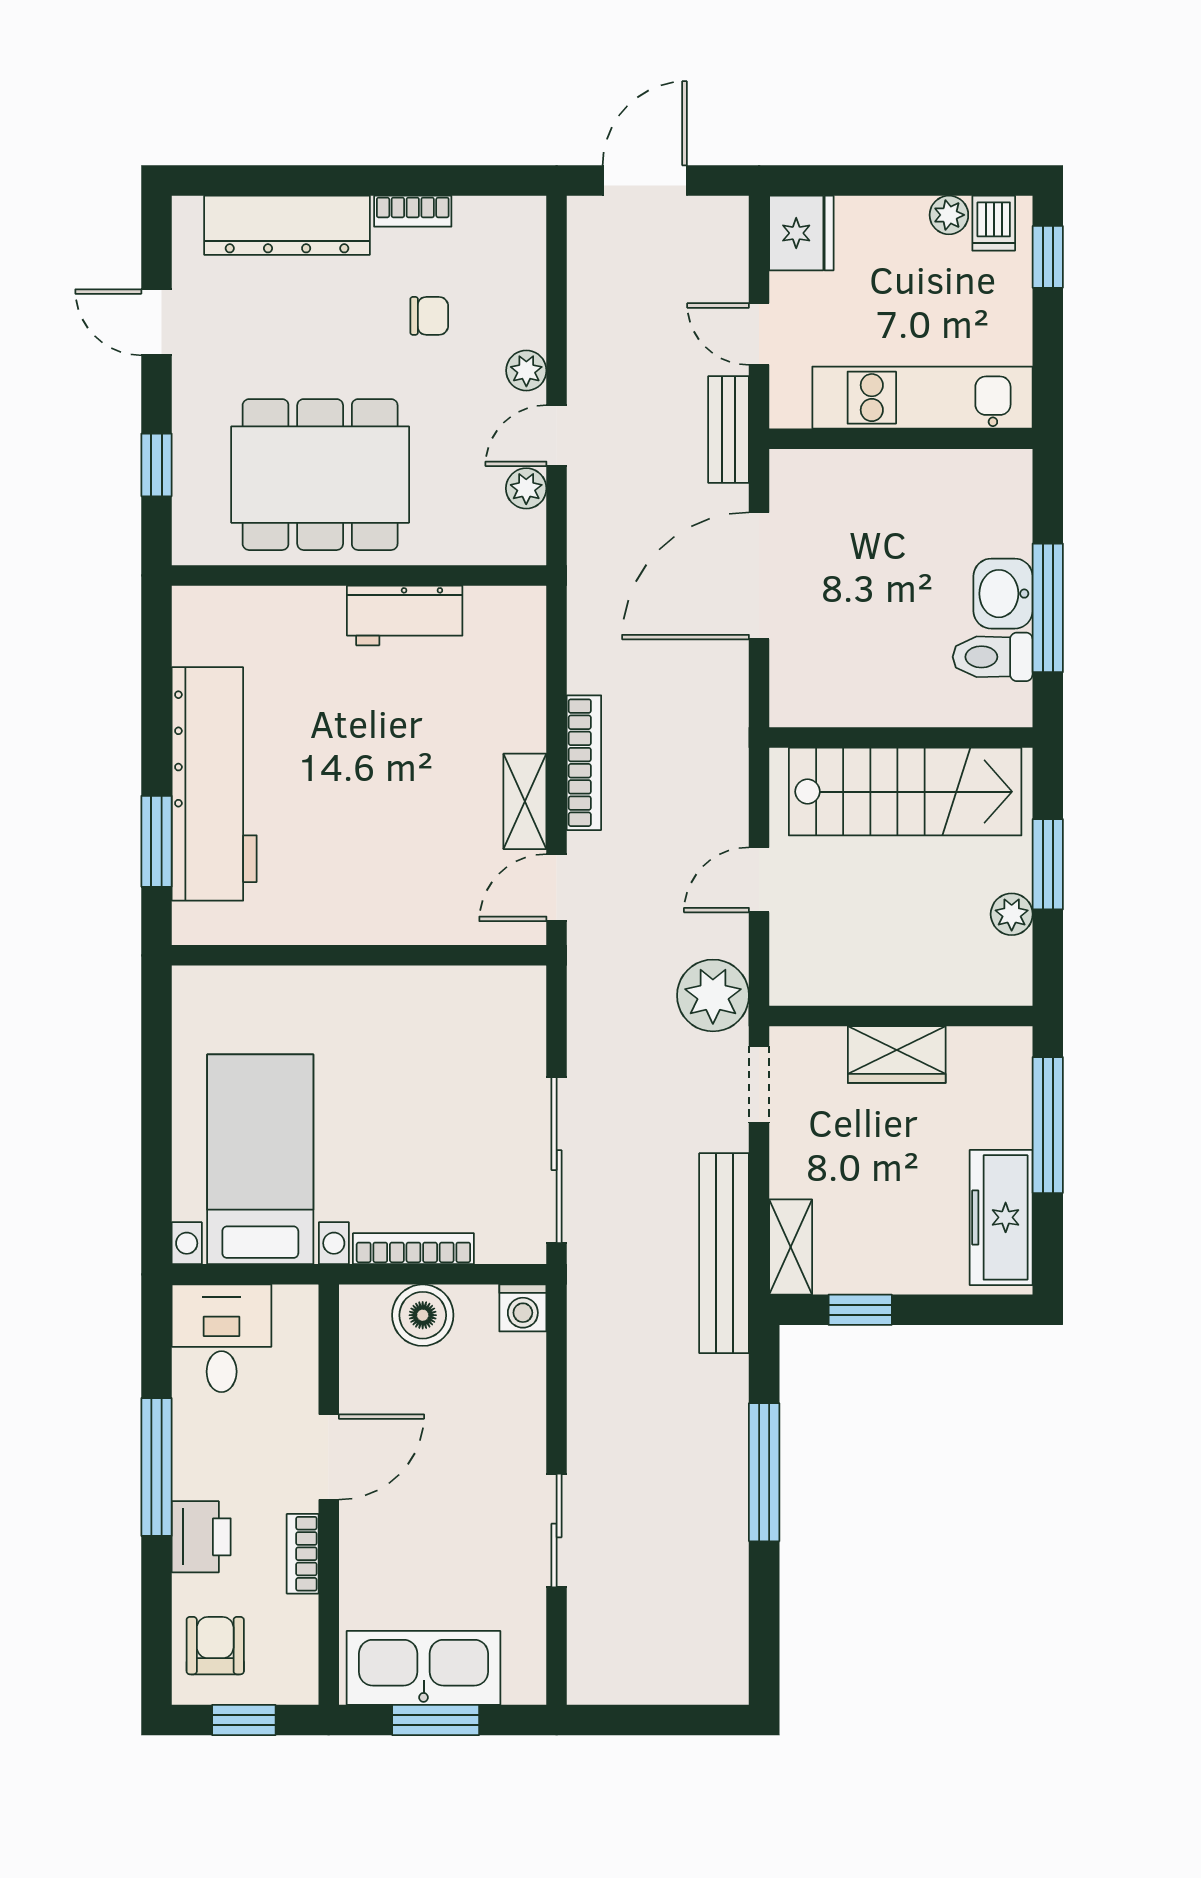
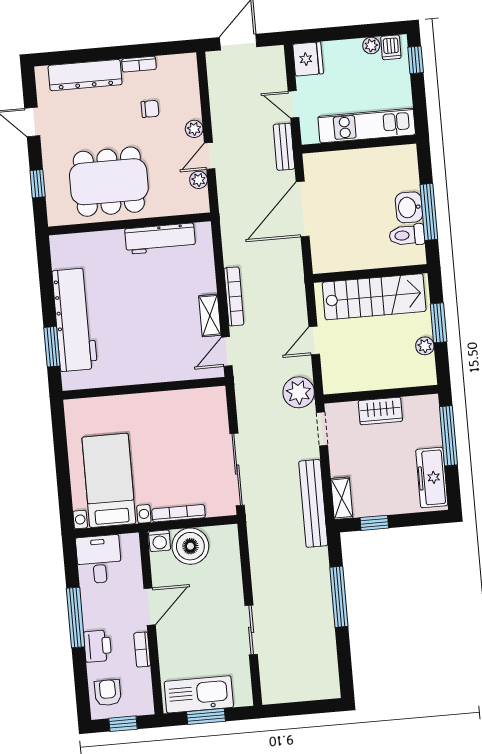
workbench: (405, 615) -> (160, 239), width x1.37
washing machine: (523, 1308) -> (160, 541), moved
boiler: (423, 1315) -> (190, 546), width x1.37, depth x1.37

